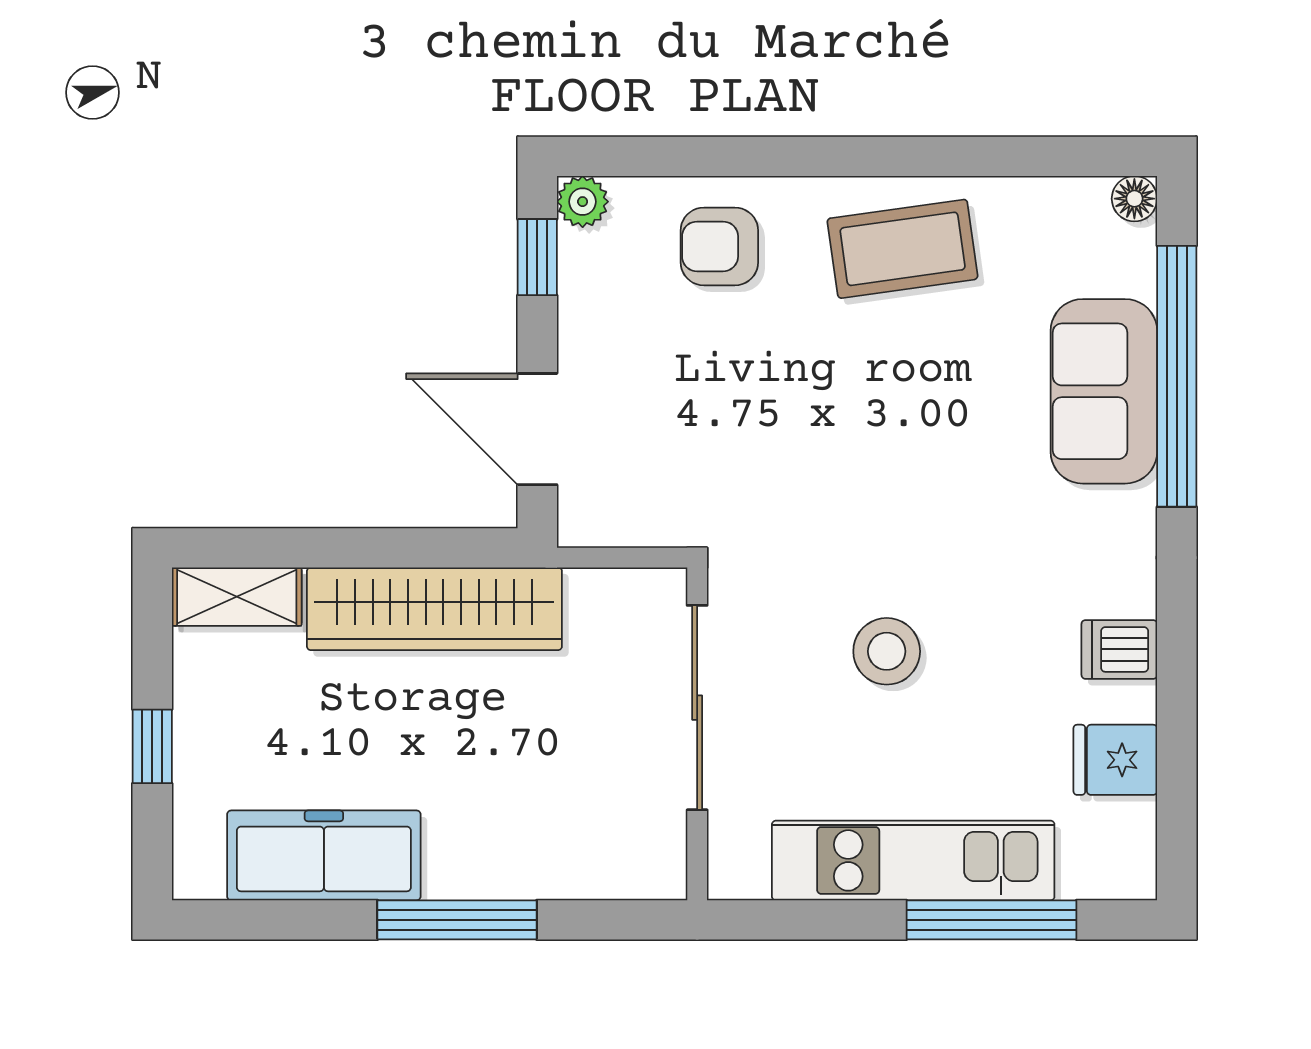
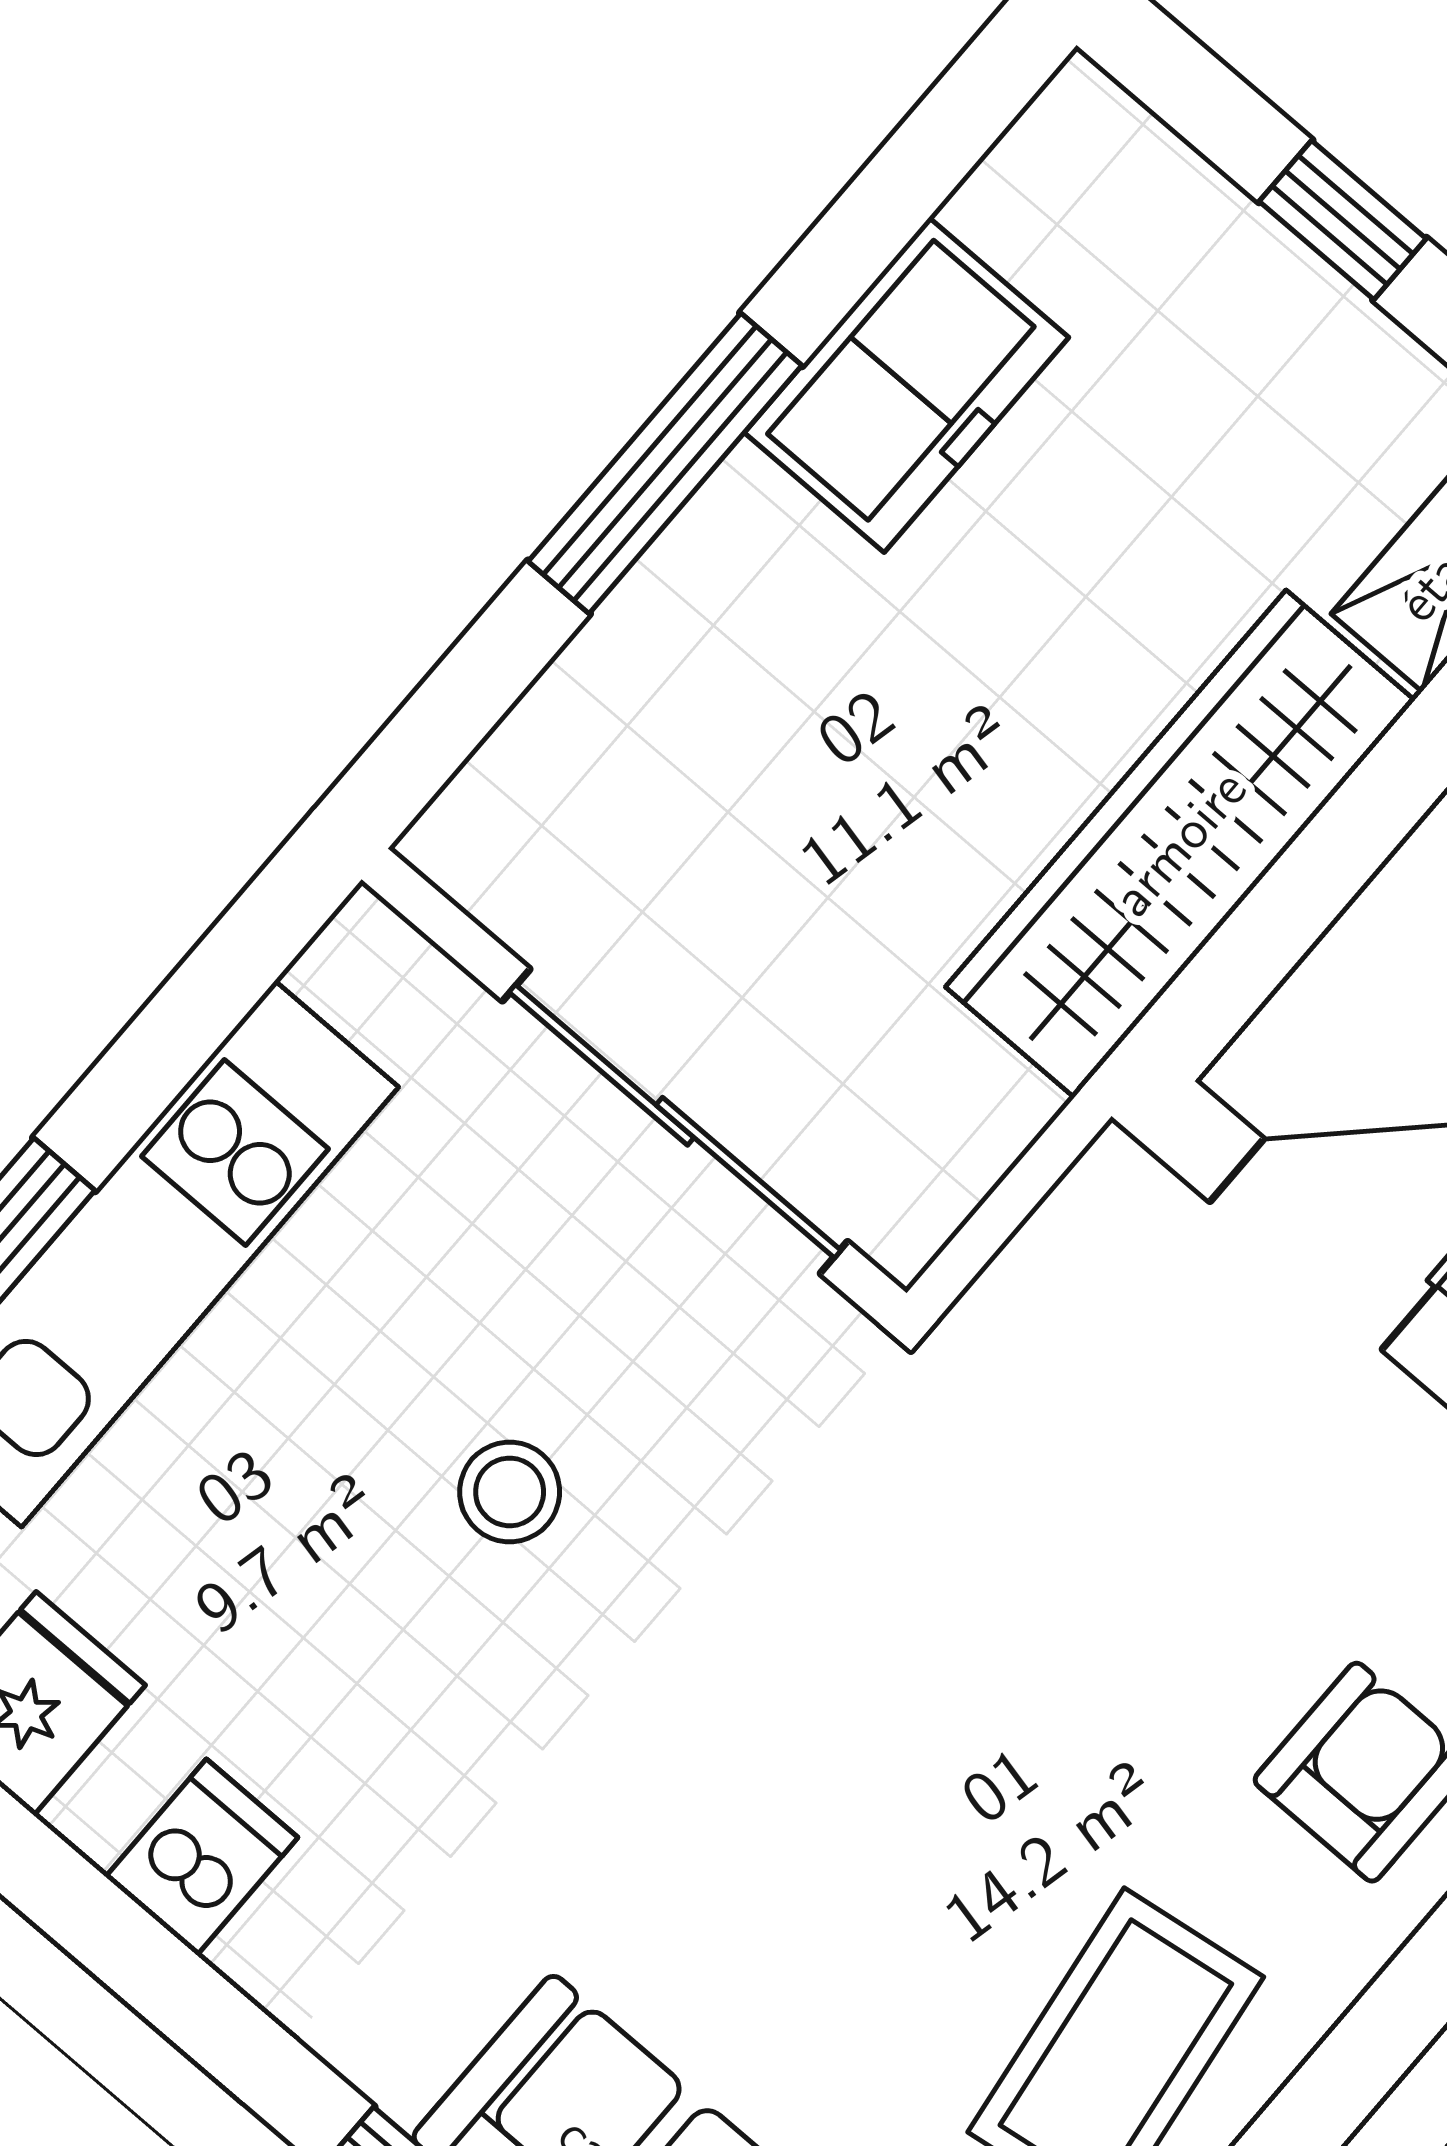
stool: (887, 651) -> (510, 1492), width x0.73, depth x0.73
freezer: (324, 855) -> (907, 385), width x0.71

